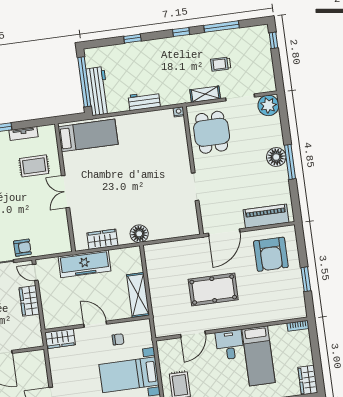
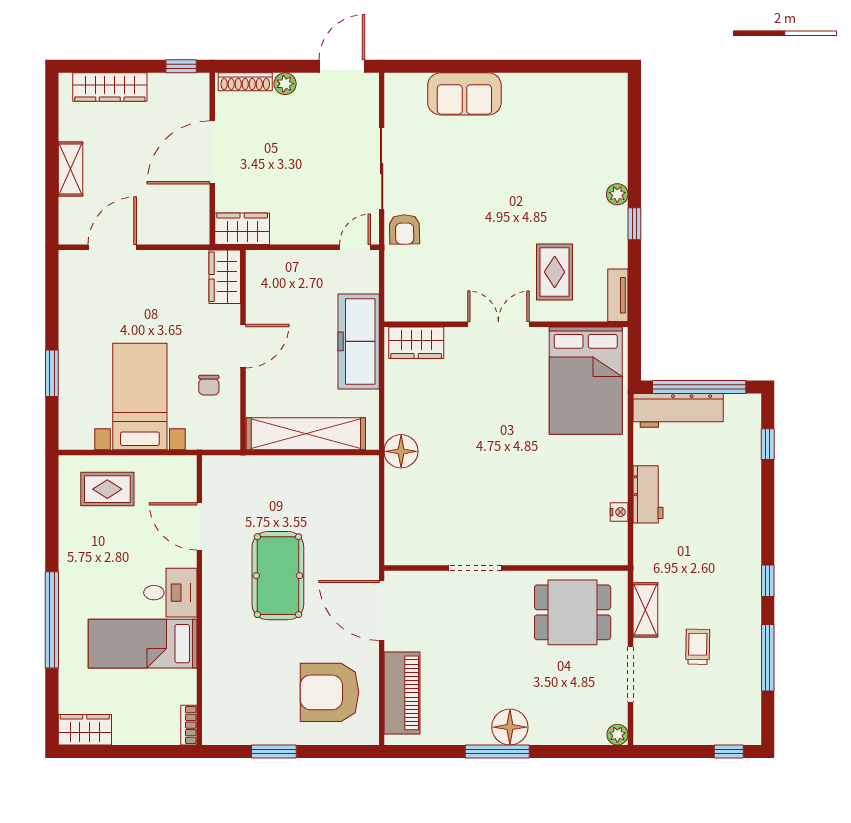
window: (132, 39) -> (768, 444), moved
plant: (268, 105) -> (617, 735), width x0.53, depth x0.53
nightstand: (179, 112) -> (619, 512), moved
tv unit: (24, 133) -> (618, 295), moved
bed: (88, 135) -> (586, 381), width x1.50
wardrobe: (102, 239) -> (416, 343), moved, turned 90
shelving: (138, 295) -> (306, 434), width x1.47
wardrobe: (29, 301) -> (242, 229), moved

